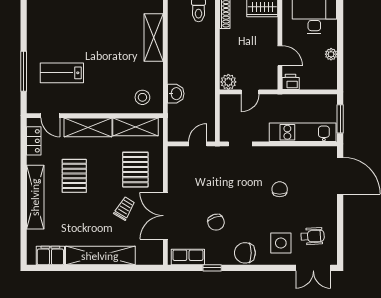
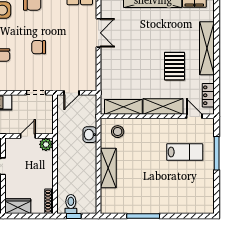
shelving: (154, 37) -> (108, 168), moved
pallet: (135, 170) -> (124, 71), removed
trolley: (125, 208) -> (133, 39), removed
double door: (165, 216) -> (98, 33), width x0.73
chair: (216, 222) -> (39, 47), moved, turned -71

